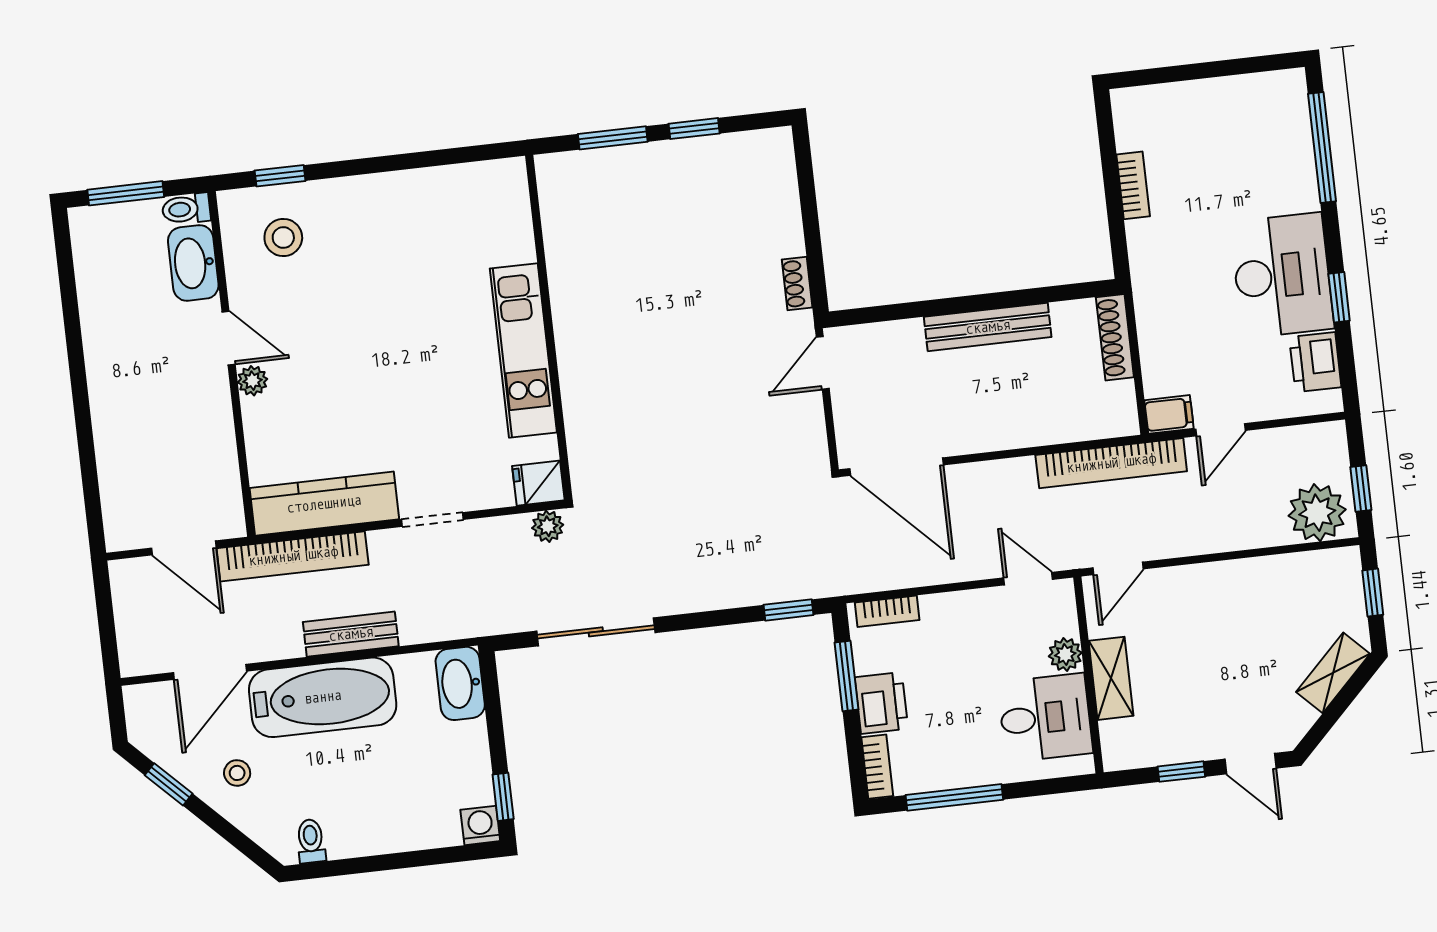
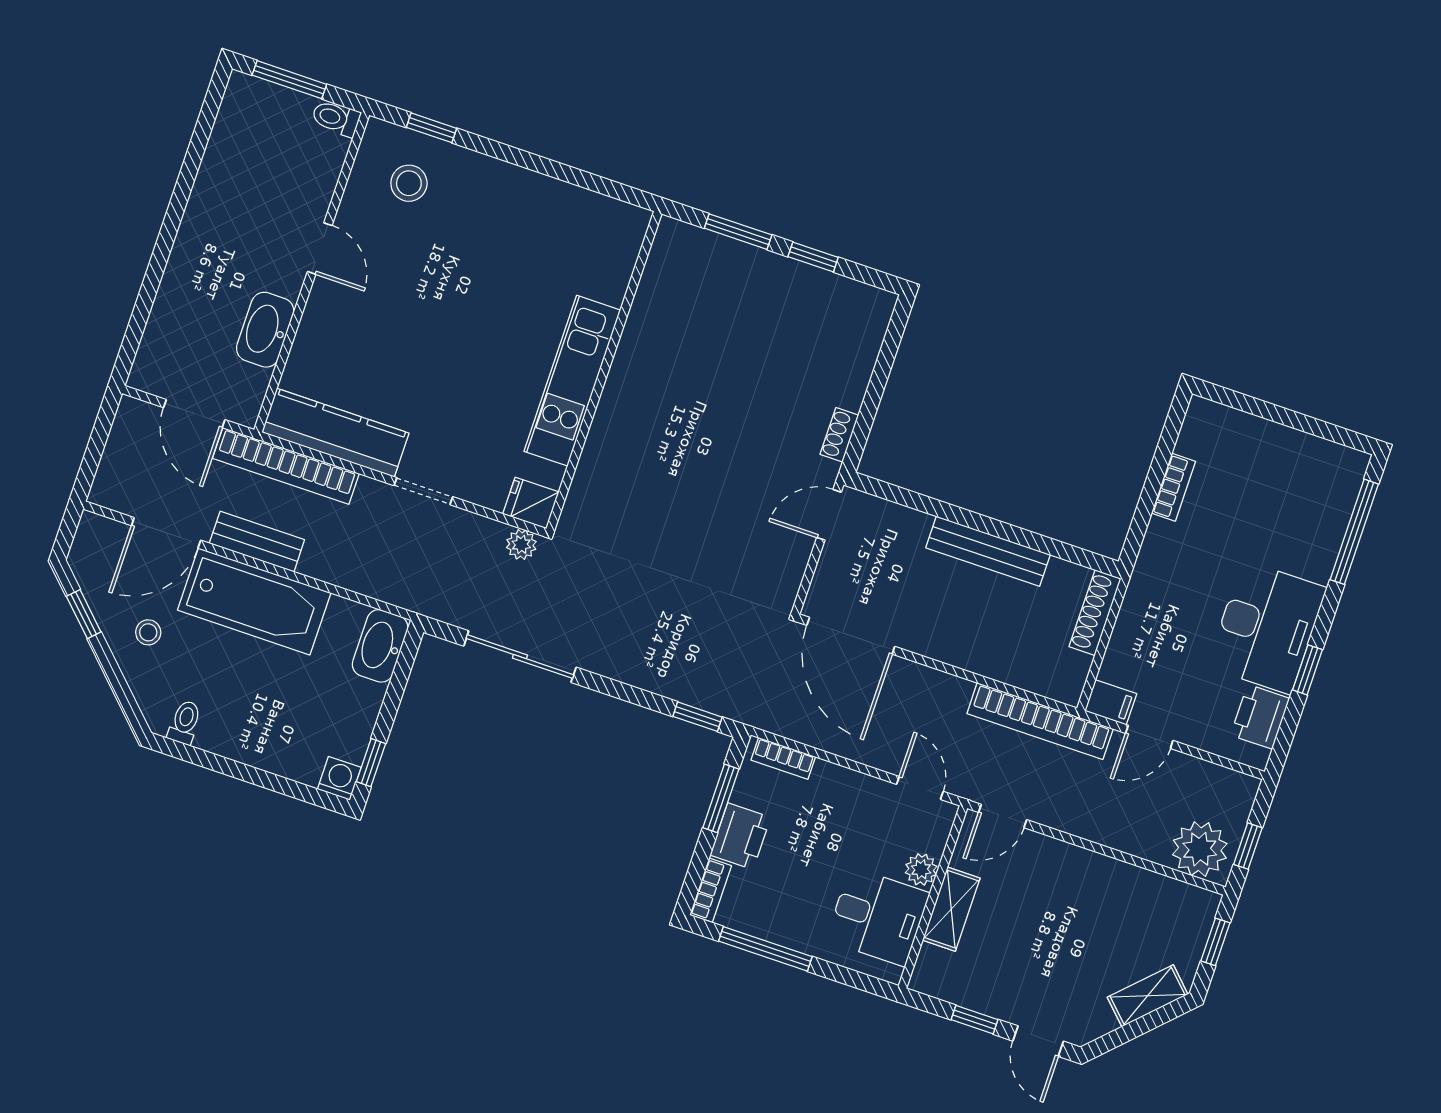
washbasin: (193, 263) -> (265, 330), moved
plant: (252, 381) -> (323, 296), removed
bench: (351, 634) -> (257, 542), moved

